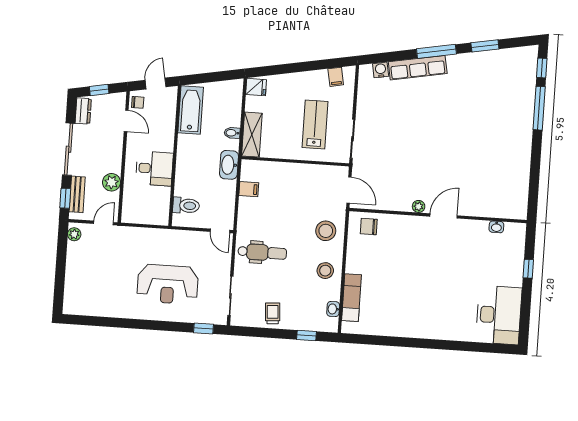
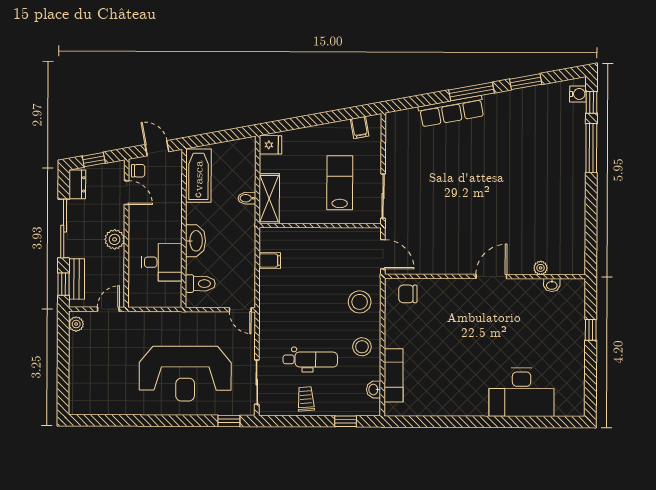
water cooler: (381, 70) -> (578, 94), moved, turned 100
door: (156, 84) -> (157, 148), hinge flipped
washbasin: (229, 165) -> (195, 241), moved, turned 180
desk: (154, 169) -> (162, 262), moved
plant: (112, 182) -> (115, 239), moved
plant: (419, 206) -> (541, 268), moved
dental chair: (262, 252) -> (310, 359), moved
reception desk: (168, 284) -> (185, 374), width x1.36, depth x1.30
desk: (499, 315) -> (522, 392), moved, turned 90

